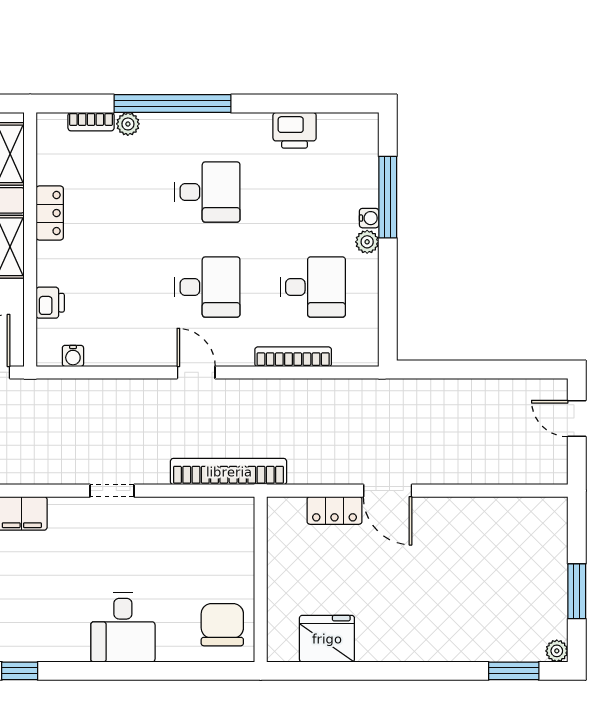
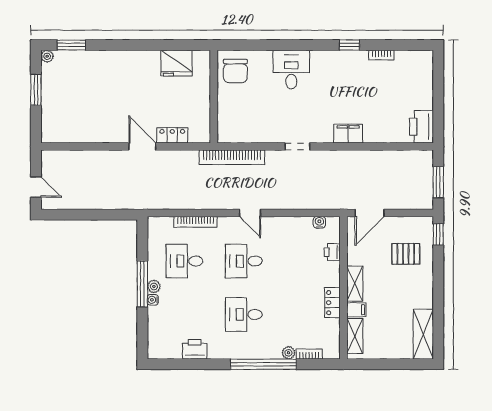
window: (388, 197) -> (142, 284), moved

